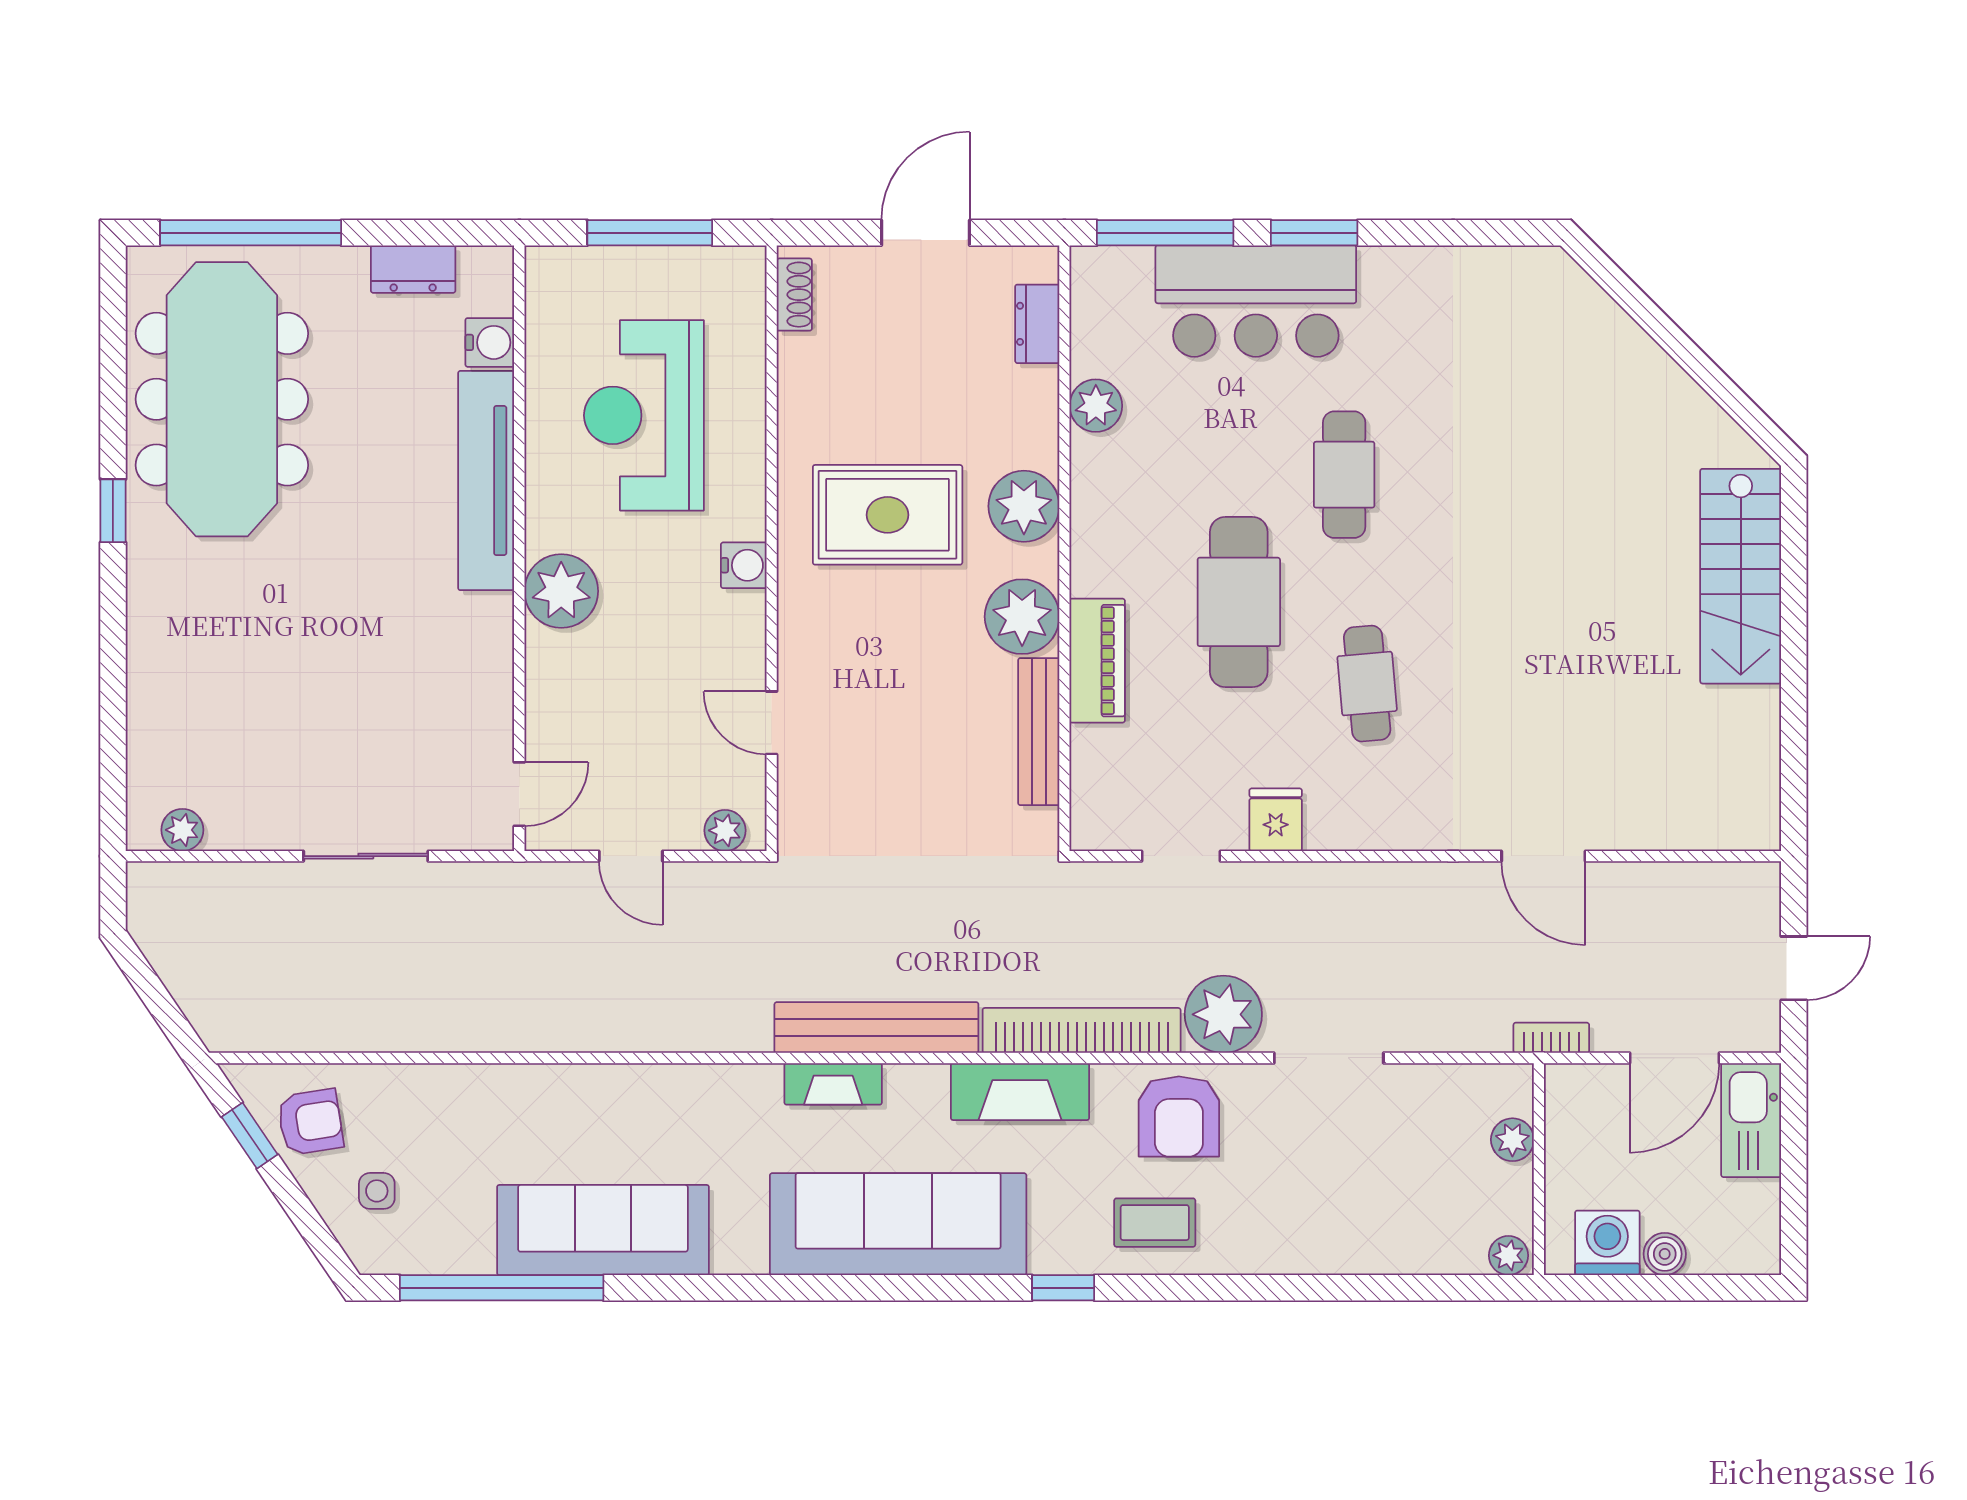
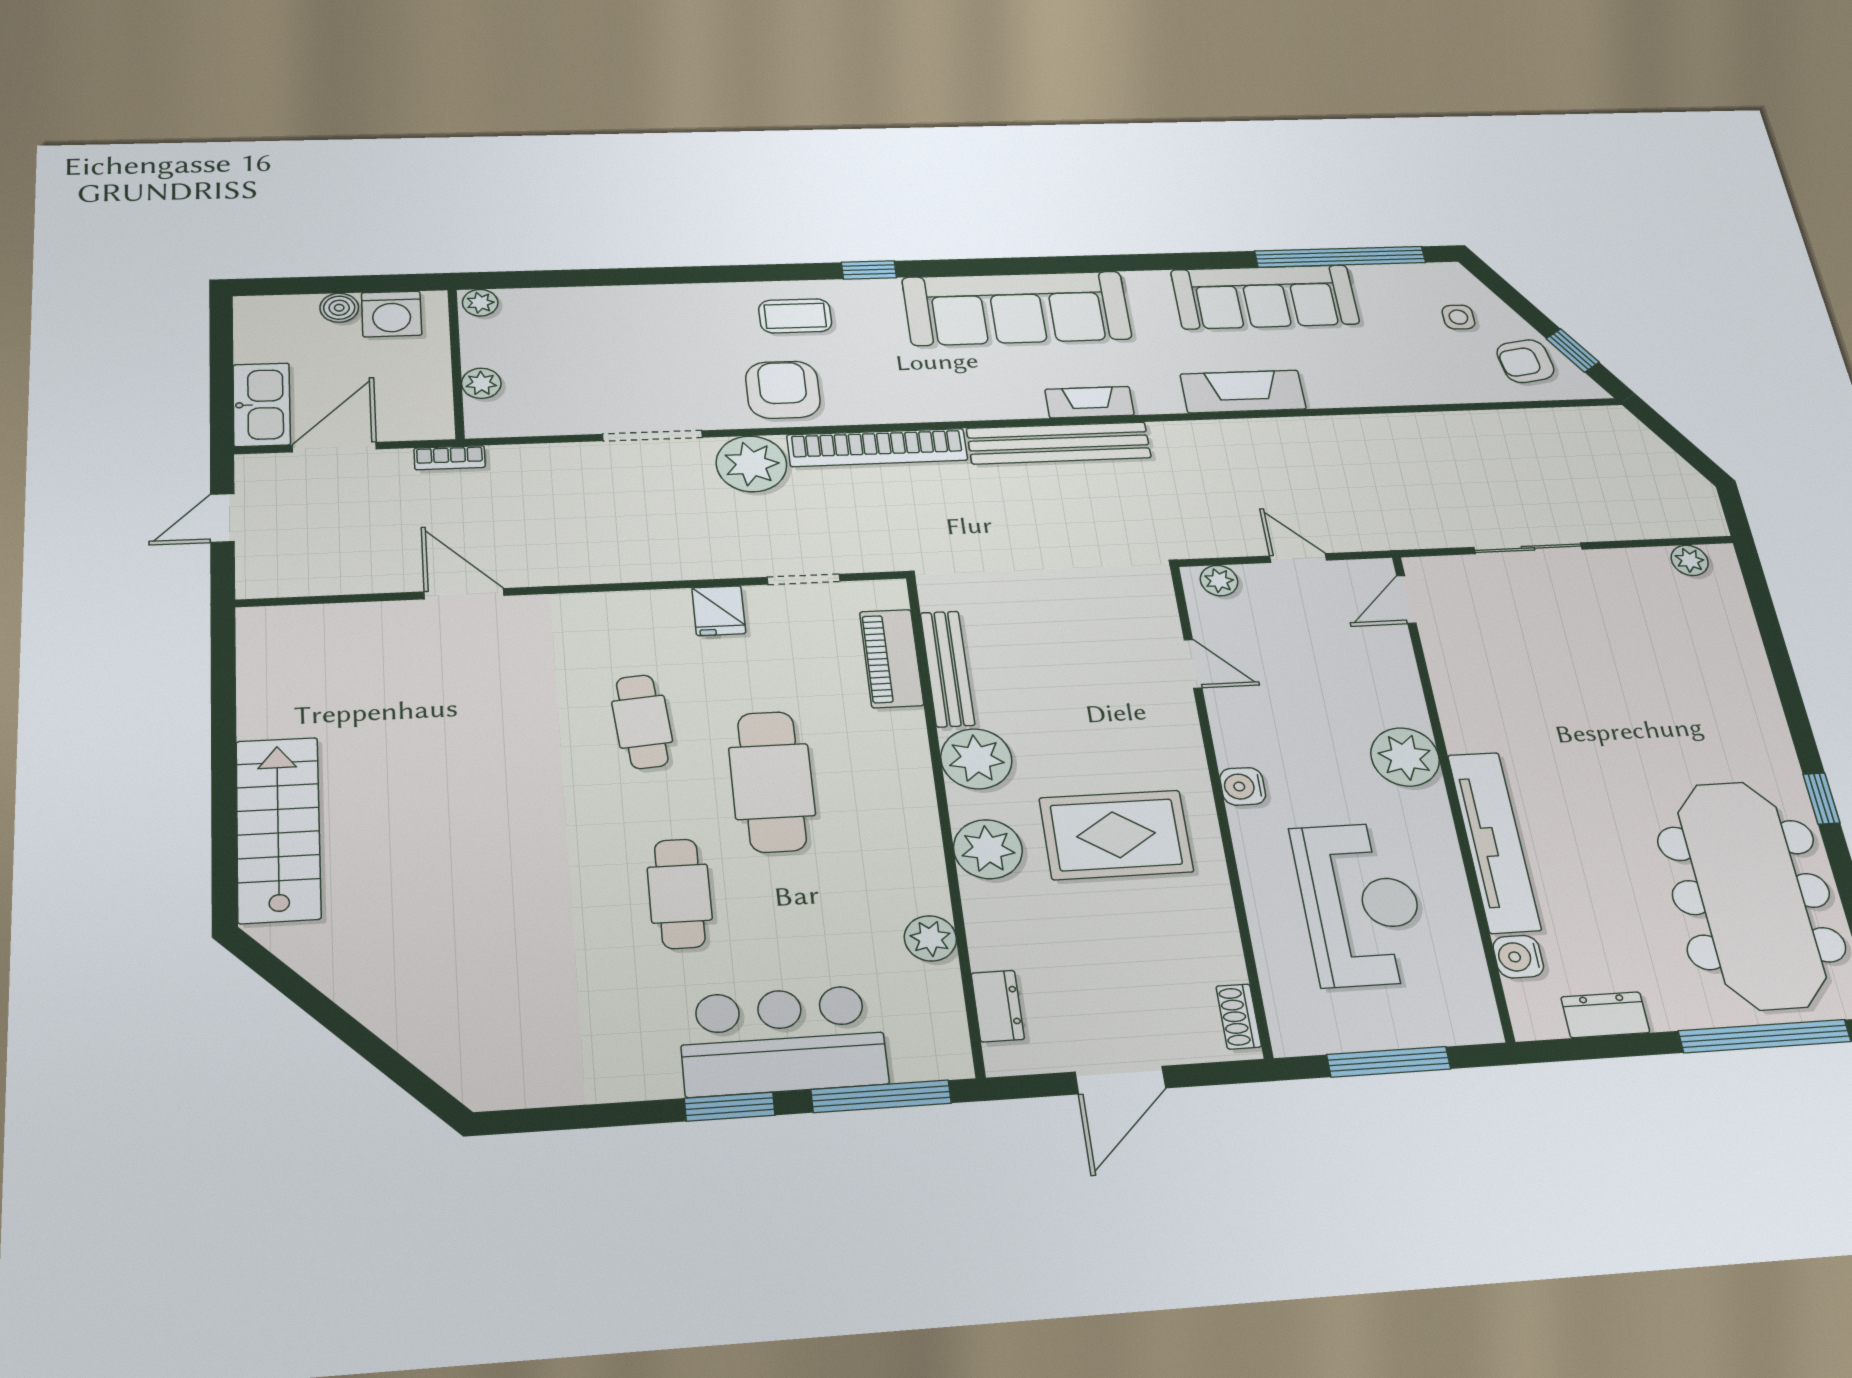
piano: (1097, 661) -> (891, 658), moved
fireplace: (1020, 1092) -> (1243, 392), moved

